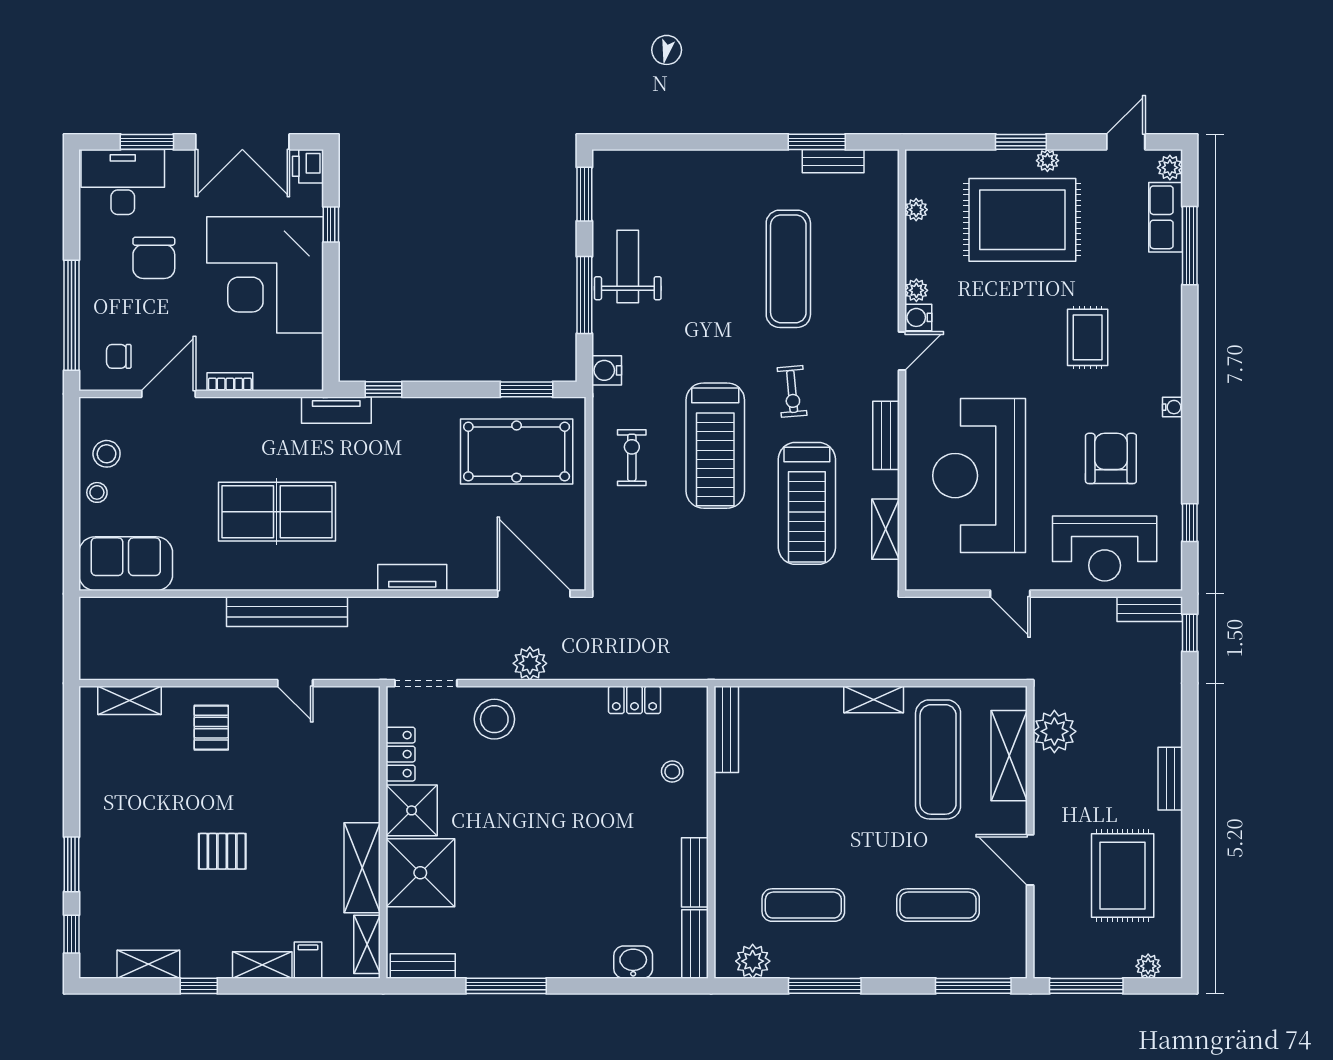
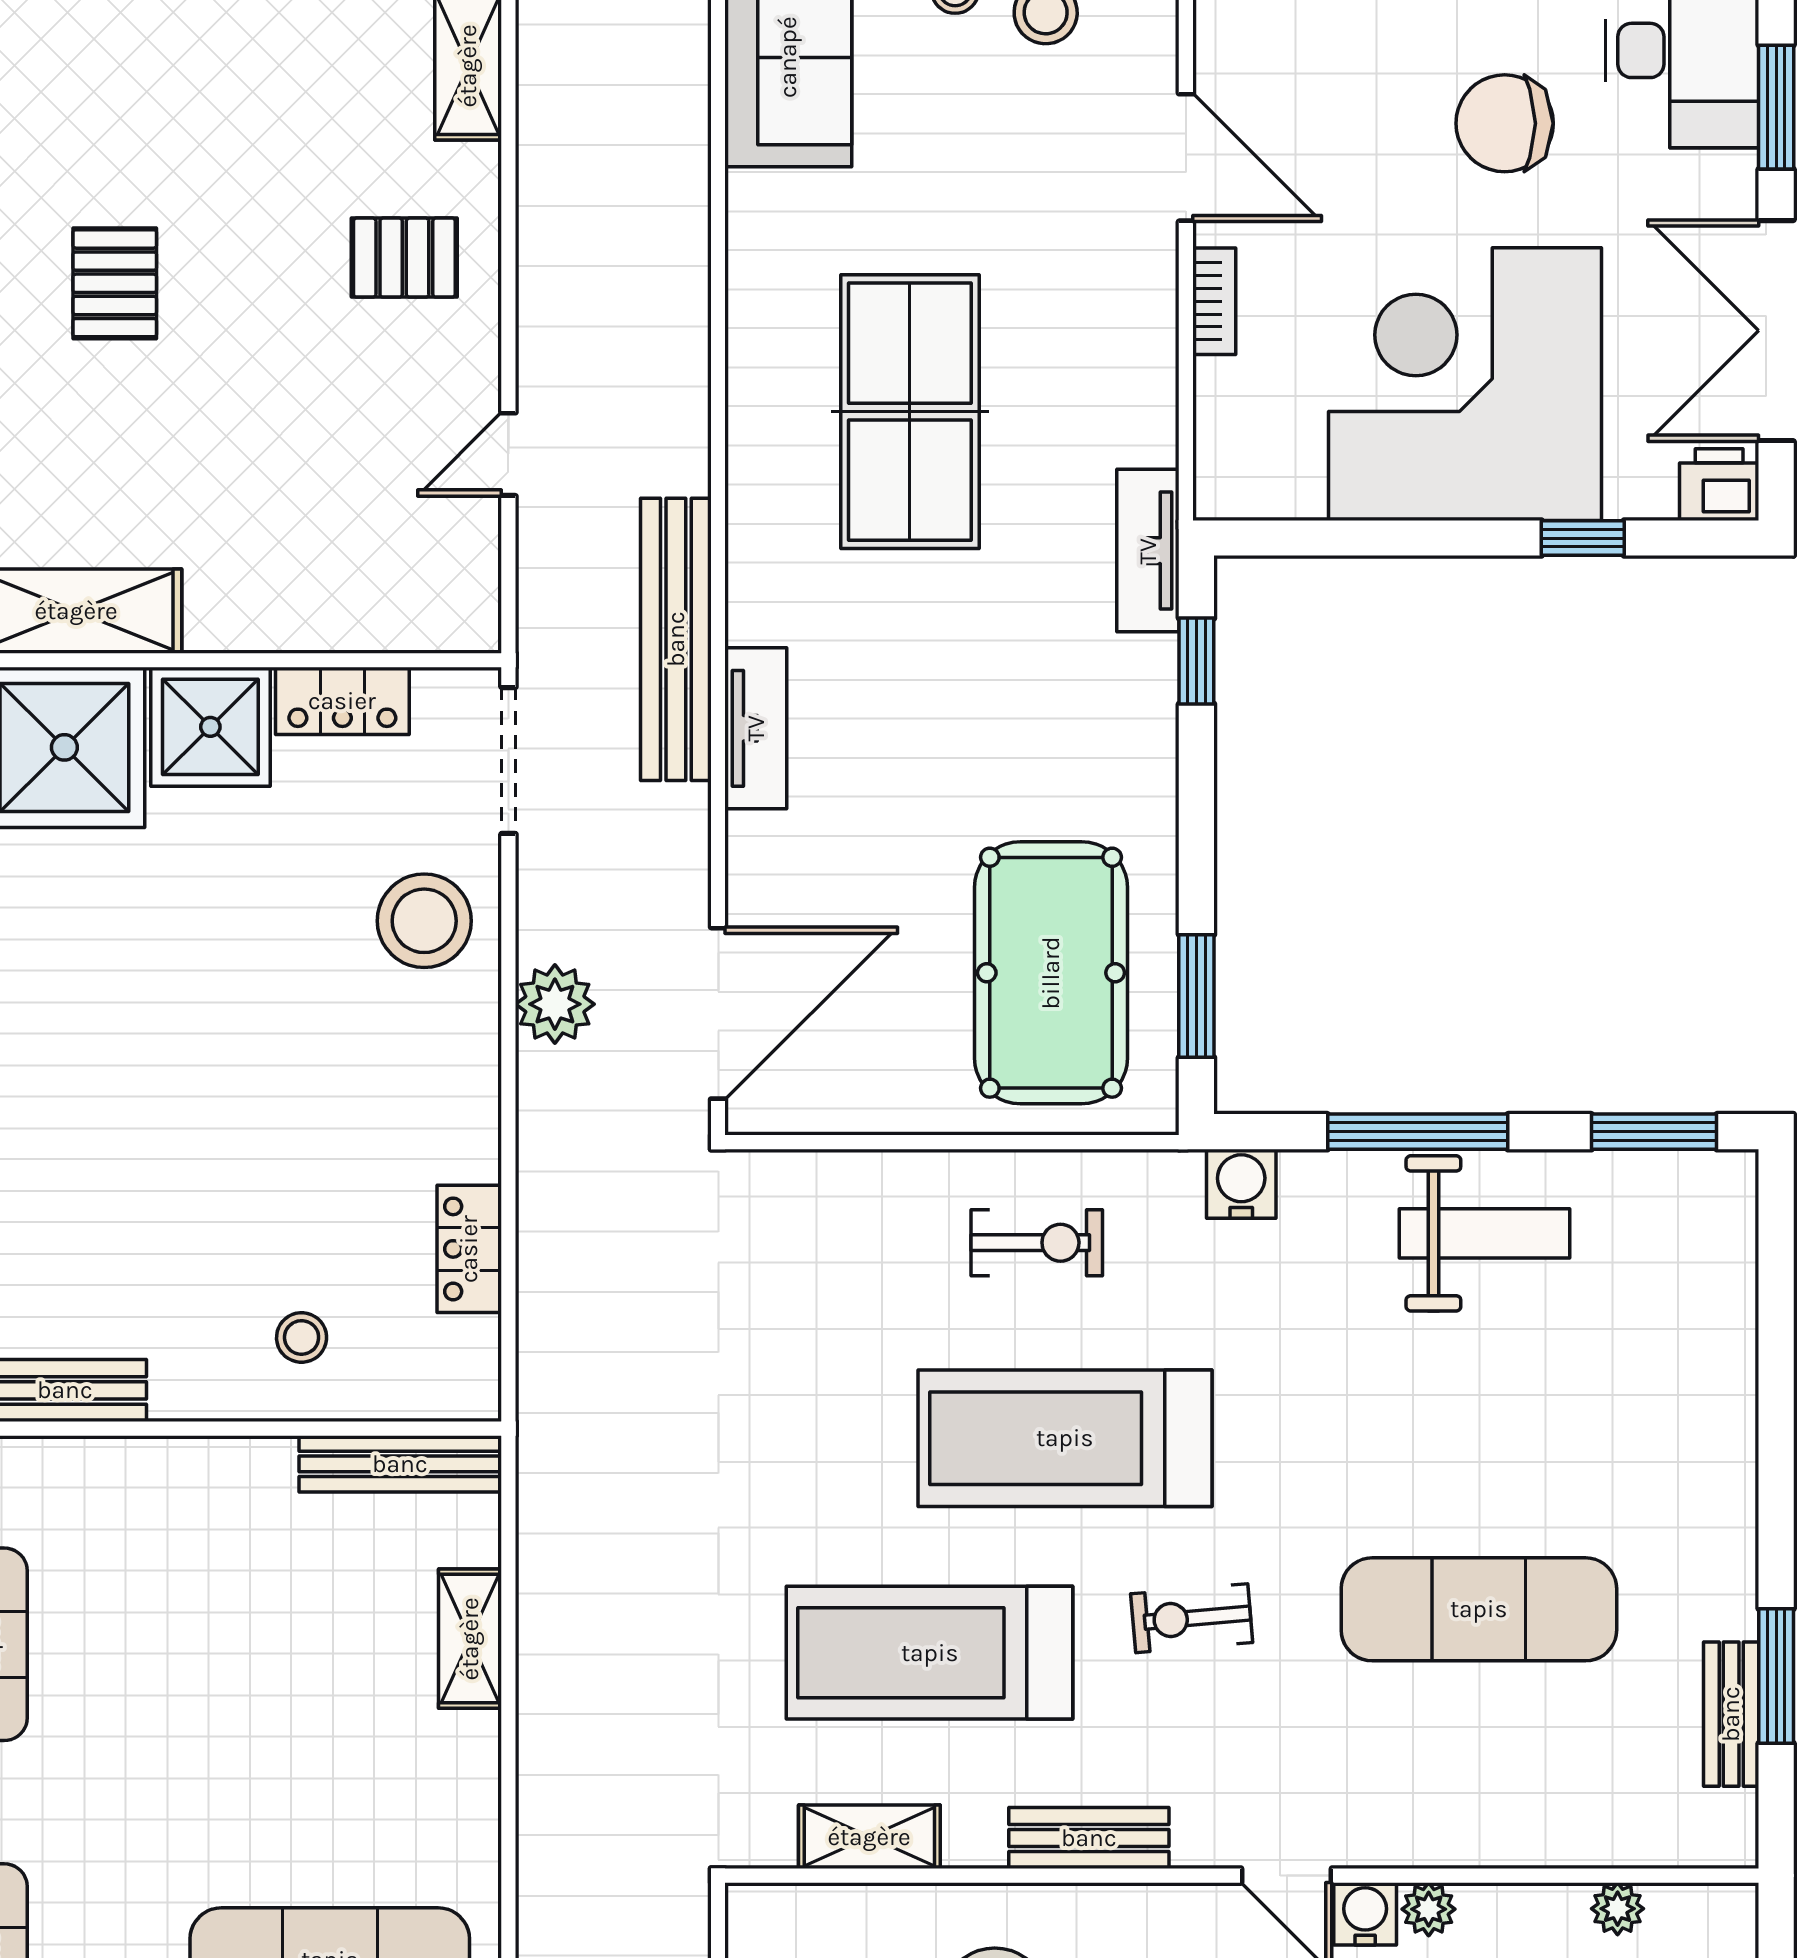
chair: (119, 356) -> (1274, 41), removed
bench: (287, 612) -> (676, 639), moved
shelving: (874, 700) -> (470, 1639), moved

